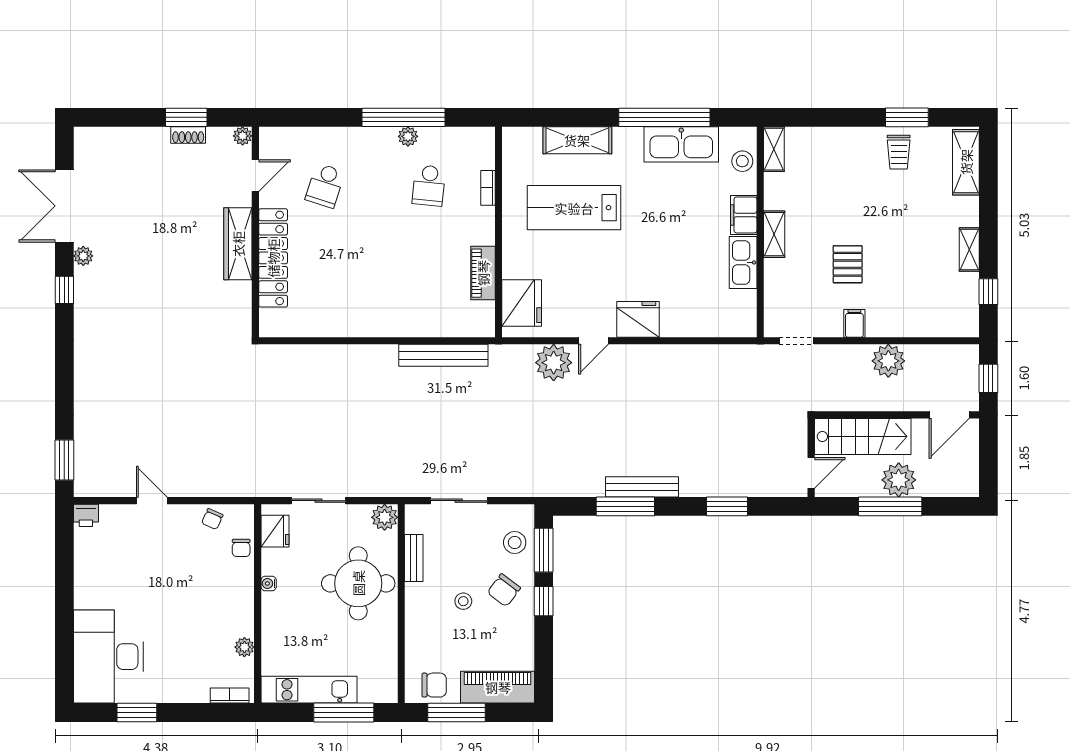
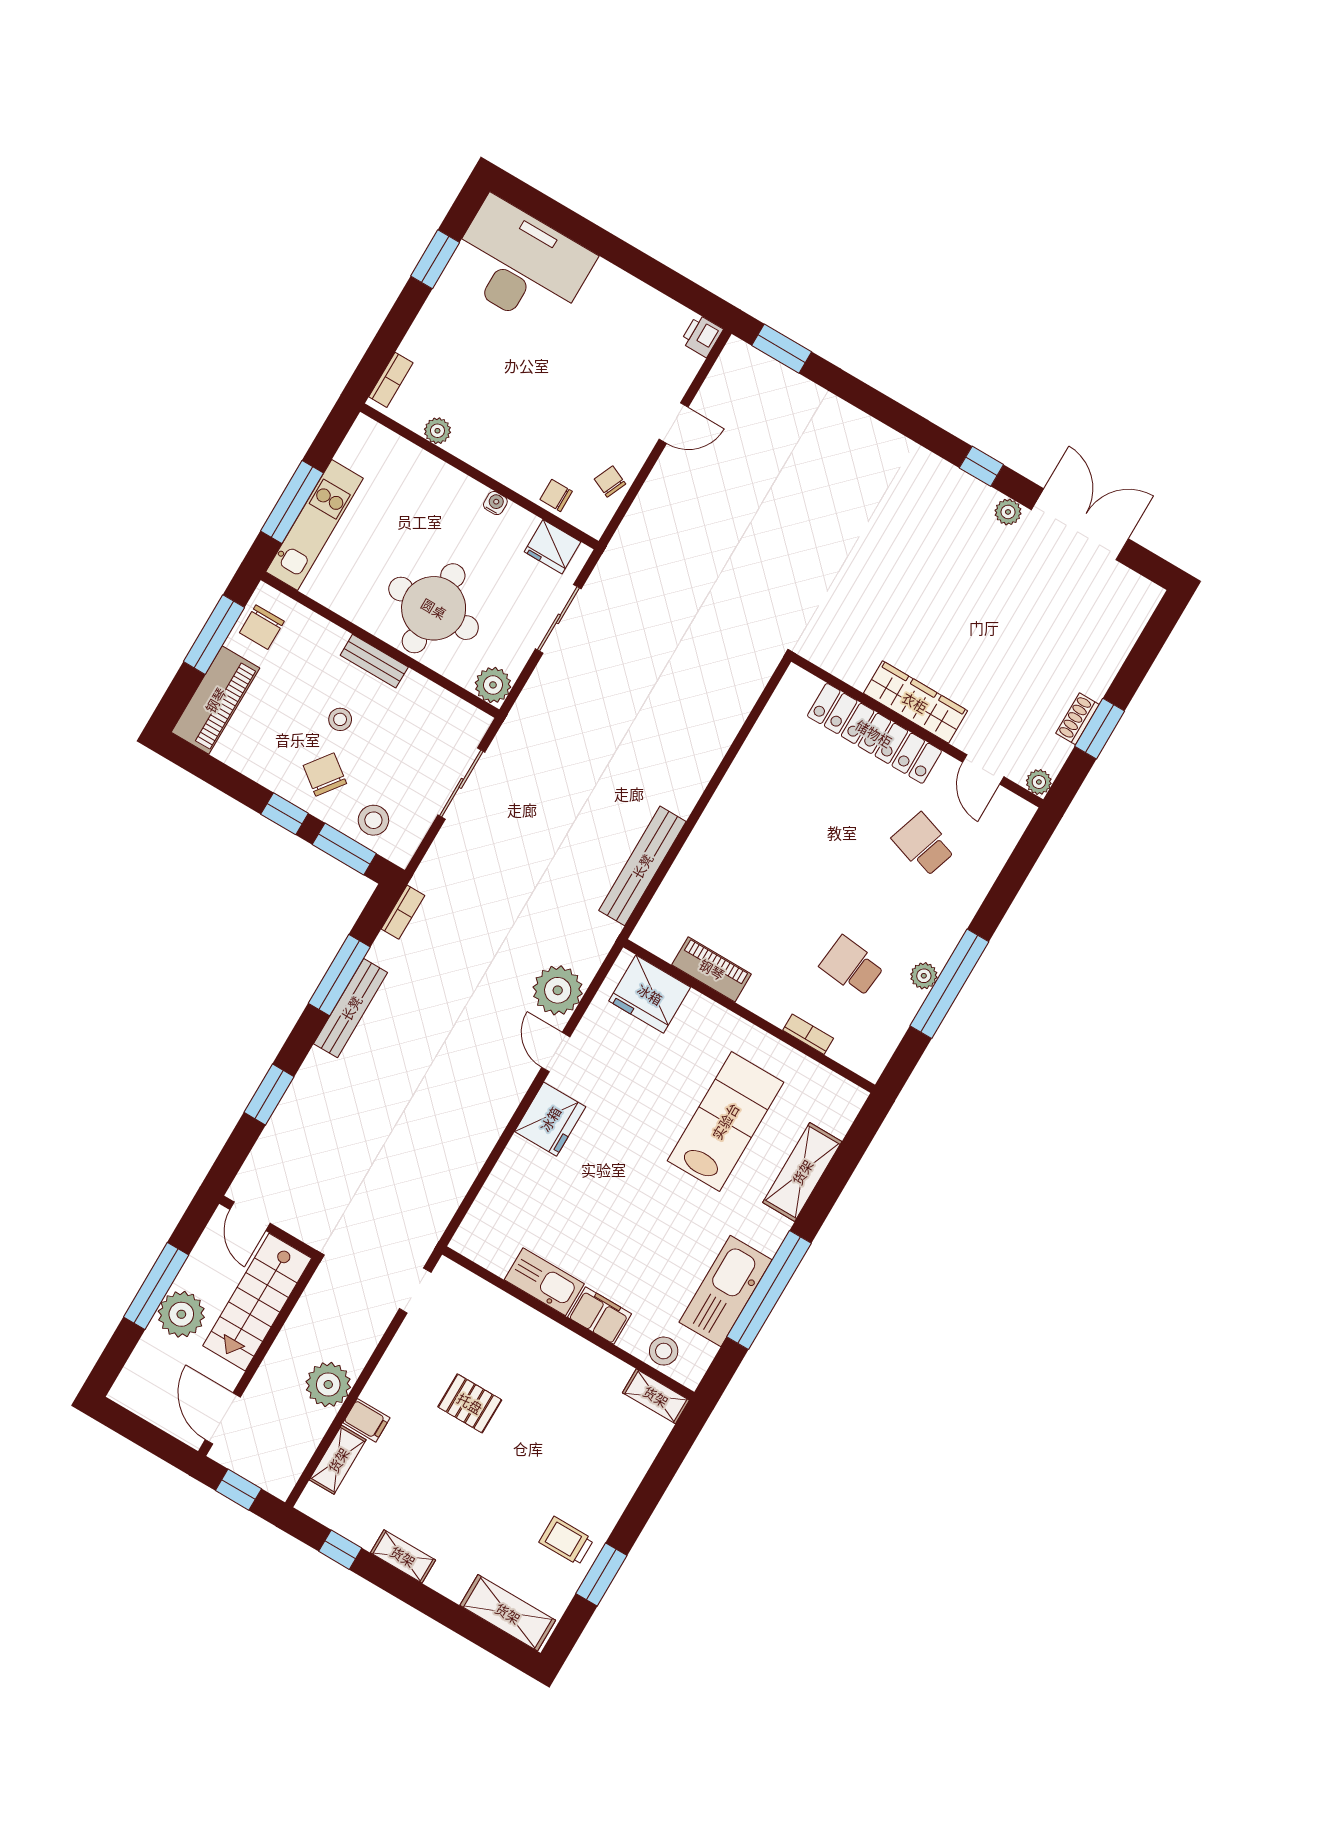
shelving: (774, 234) -> (338, 1460), moved, turned 90
filing cabinet: (854, 323) -> (366, 1420), moved
bookcase: (562, 490) -> (403, 912), added
bench: (414, 558) -> (374, 661), moved
kitchen unit: (309, 690) -> (315, 525), moved

